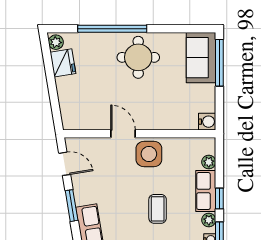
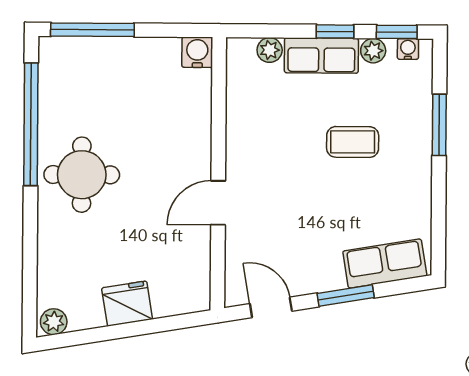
window: (112, 29) -> (31, 124), moved
sofa: (201, 58) -> (83, 62), removed
fridge: (63, 63) -> (127, 304), moved
side table: (149, 154) -> (254, 157), removed
door: (65, 164) -> (271, 307), hinge flipped

